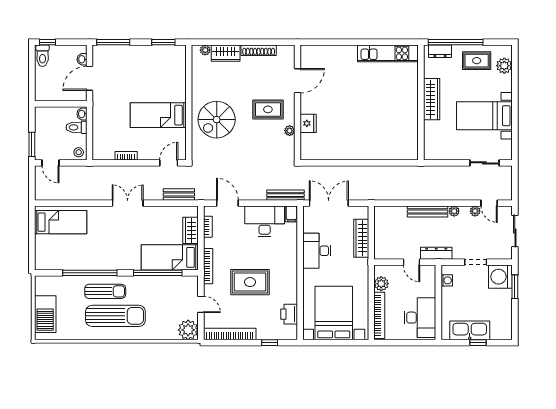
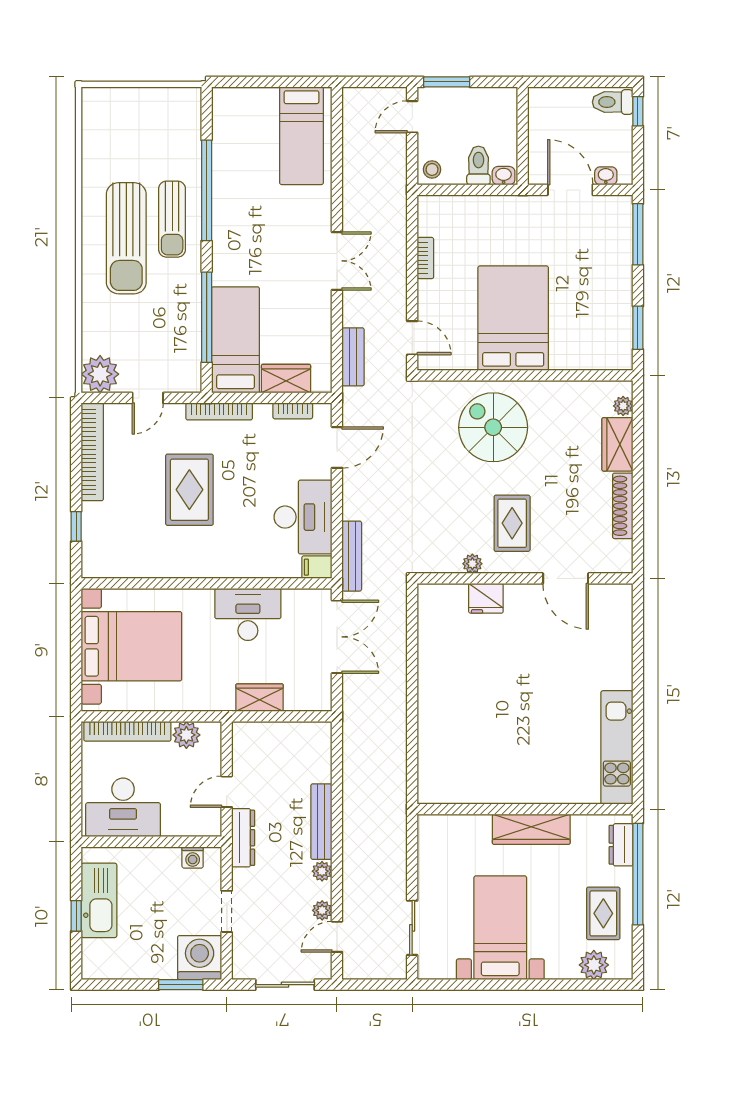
bed: (158, 115) -> (513, 318), width x1.50
wardrobe: (361, 238) -> (260, 698), width x0.67
barbecue: (45, 314) -> (130, 107), removed
printer: (289, 314) -> (130, 563), removed

